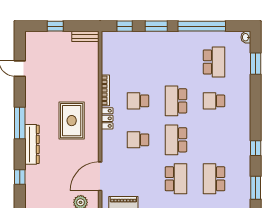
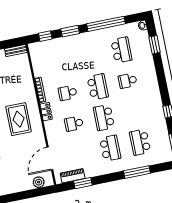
school desk: (176, 101) -> (98, 87), turned 180

